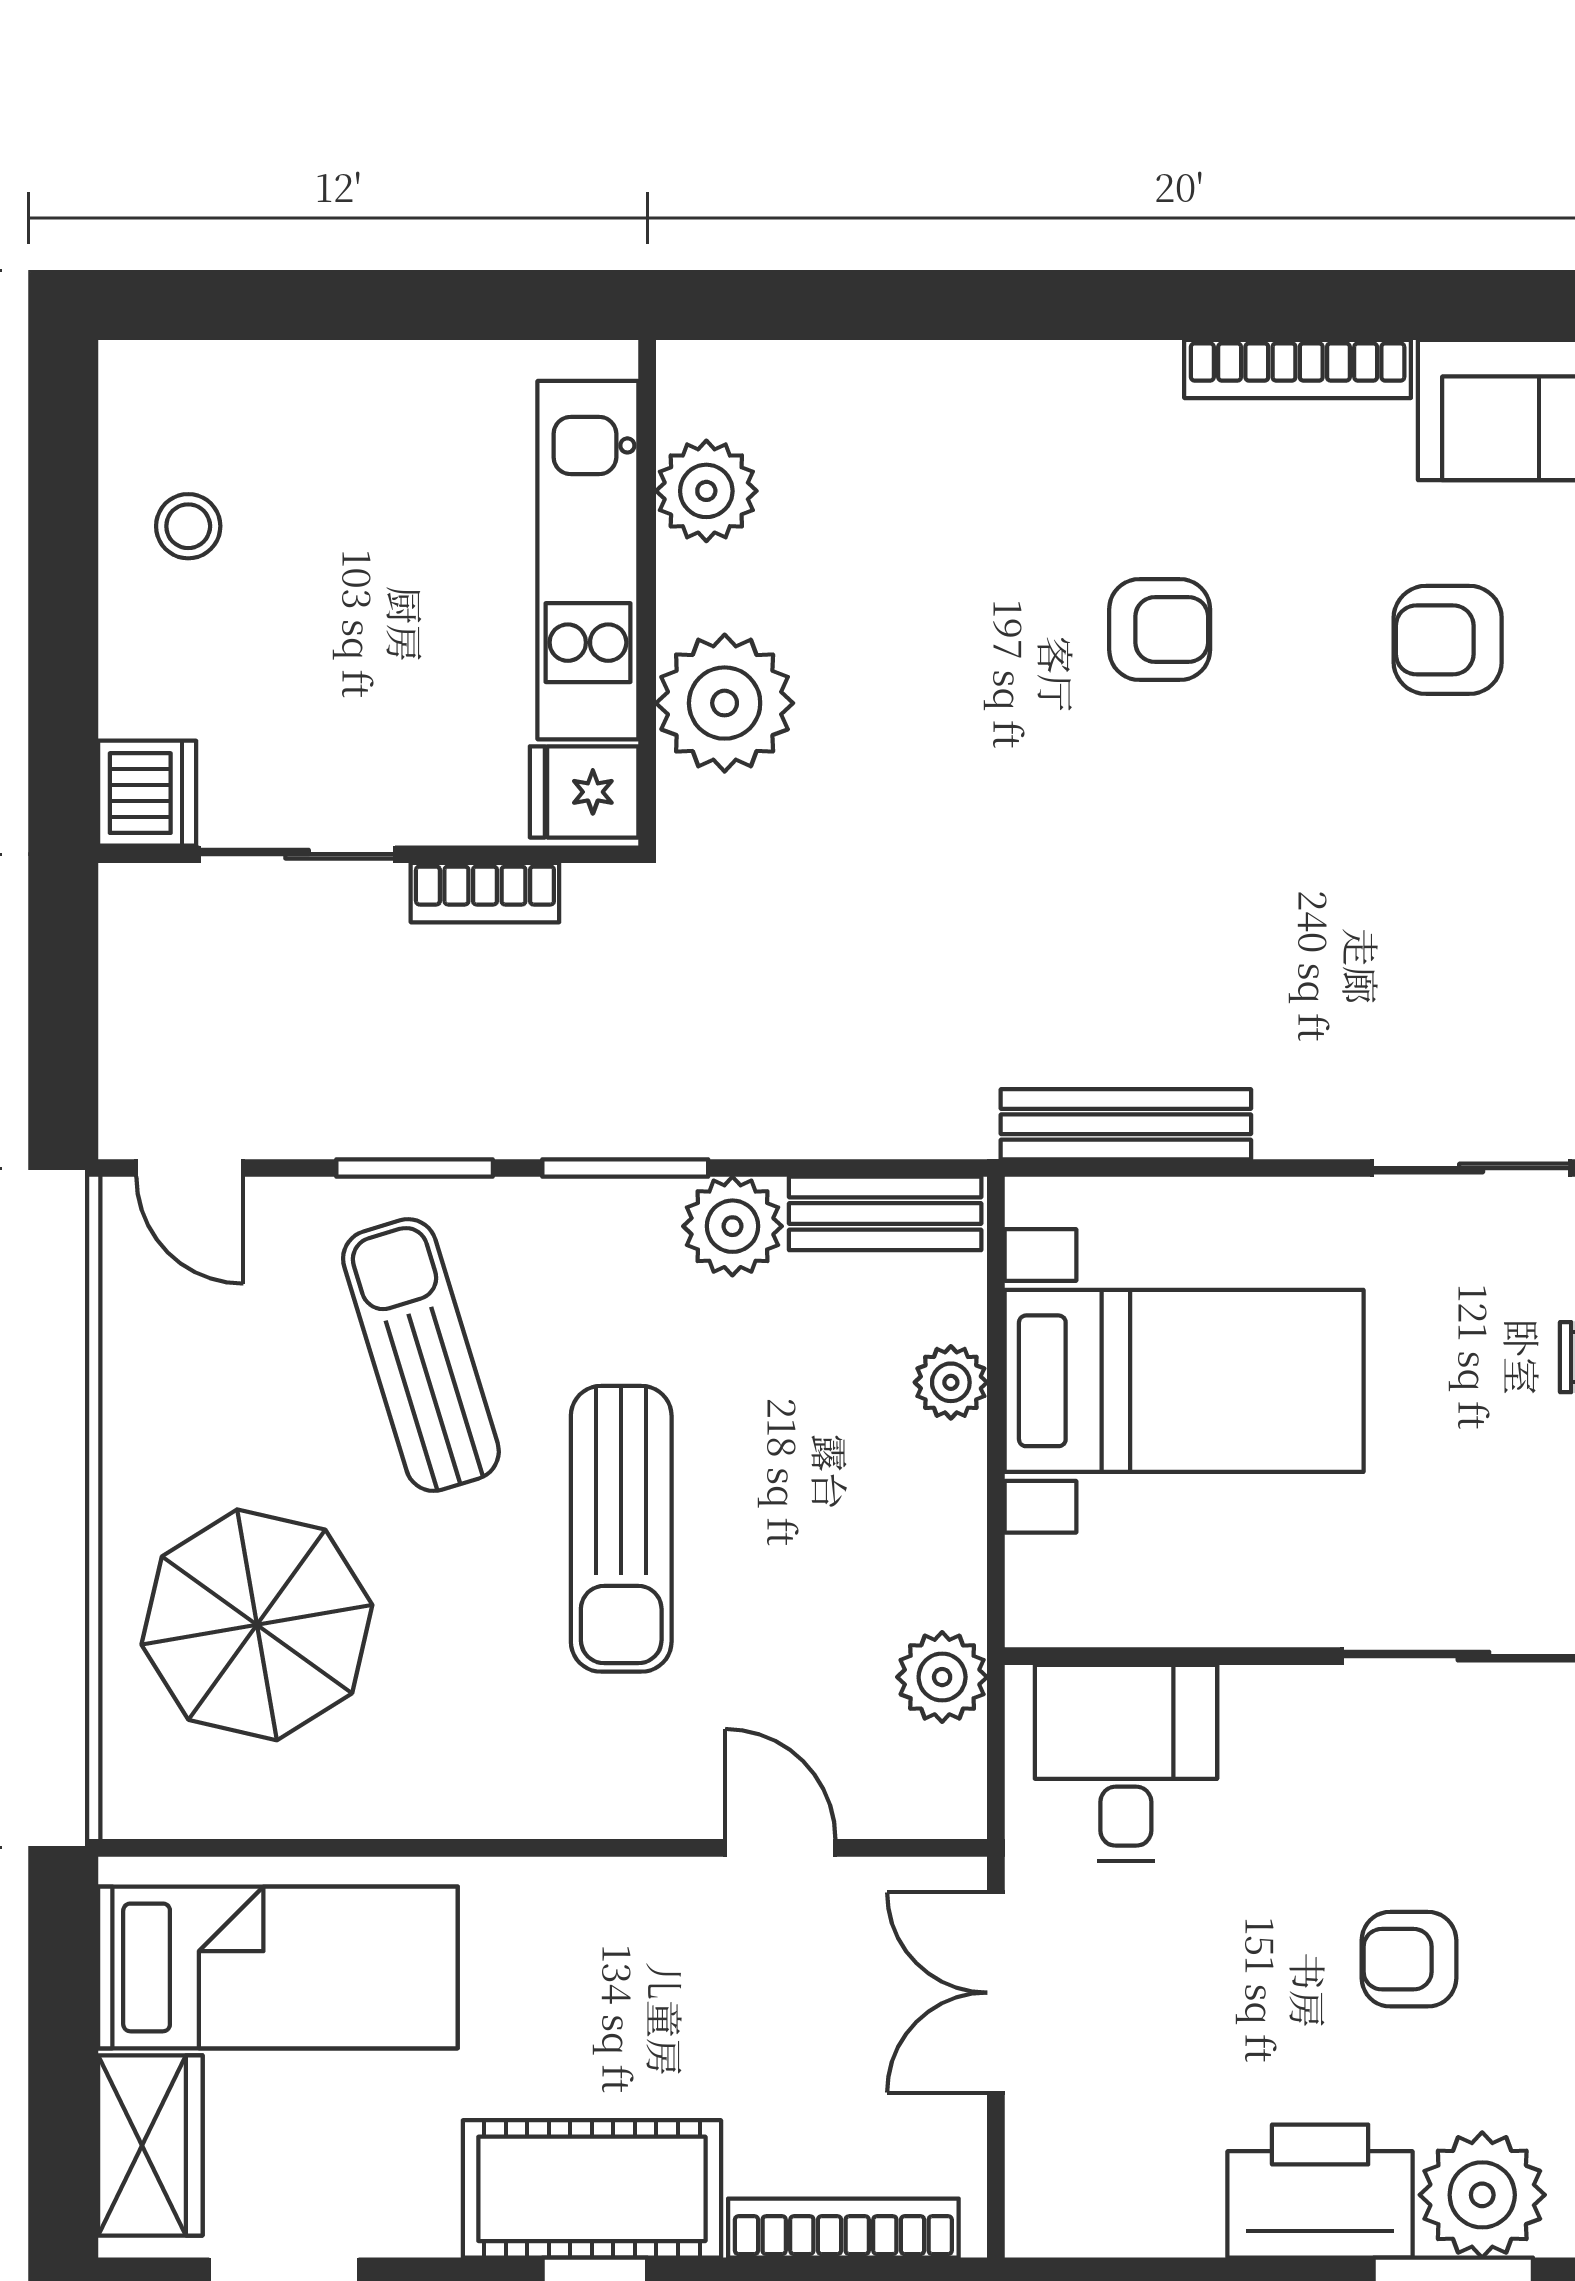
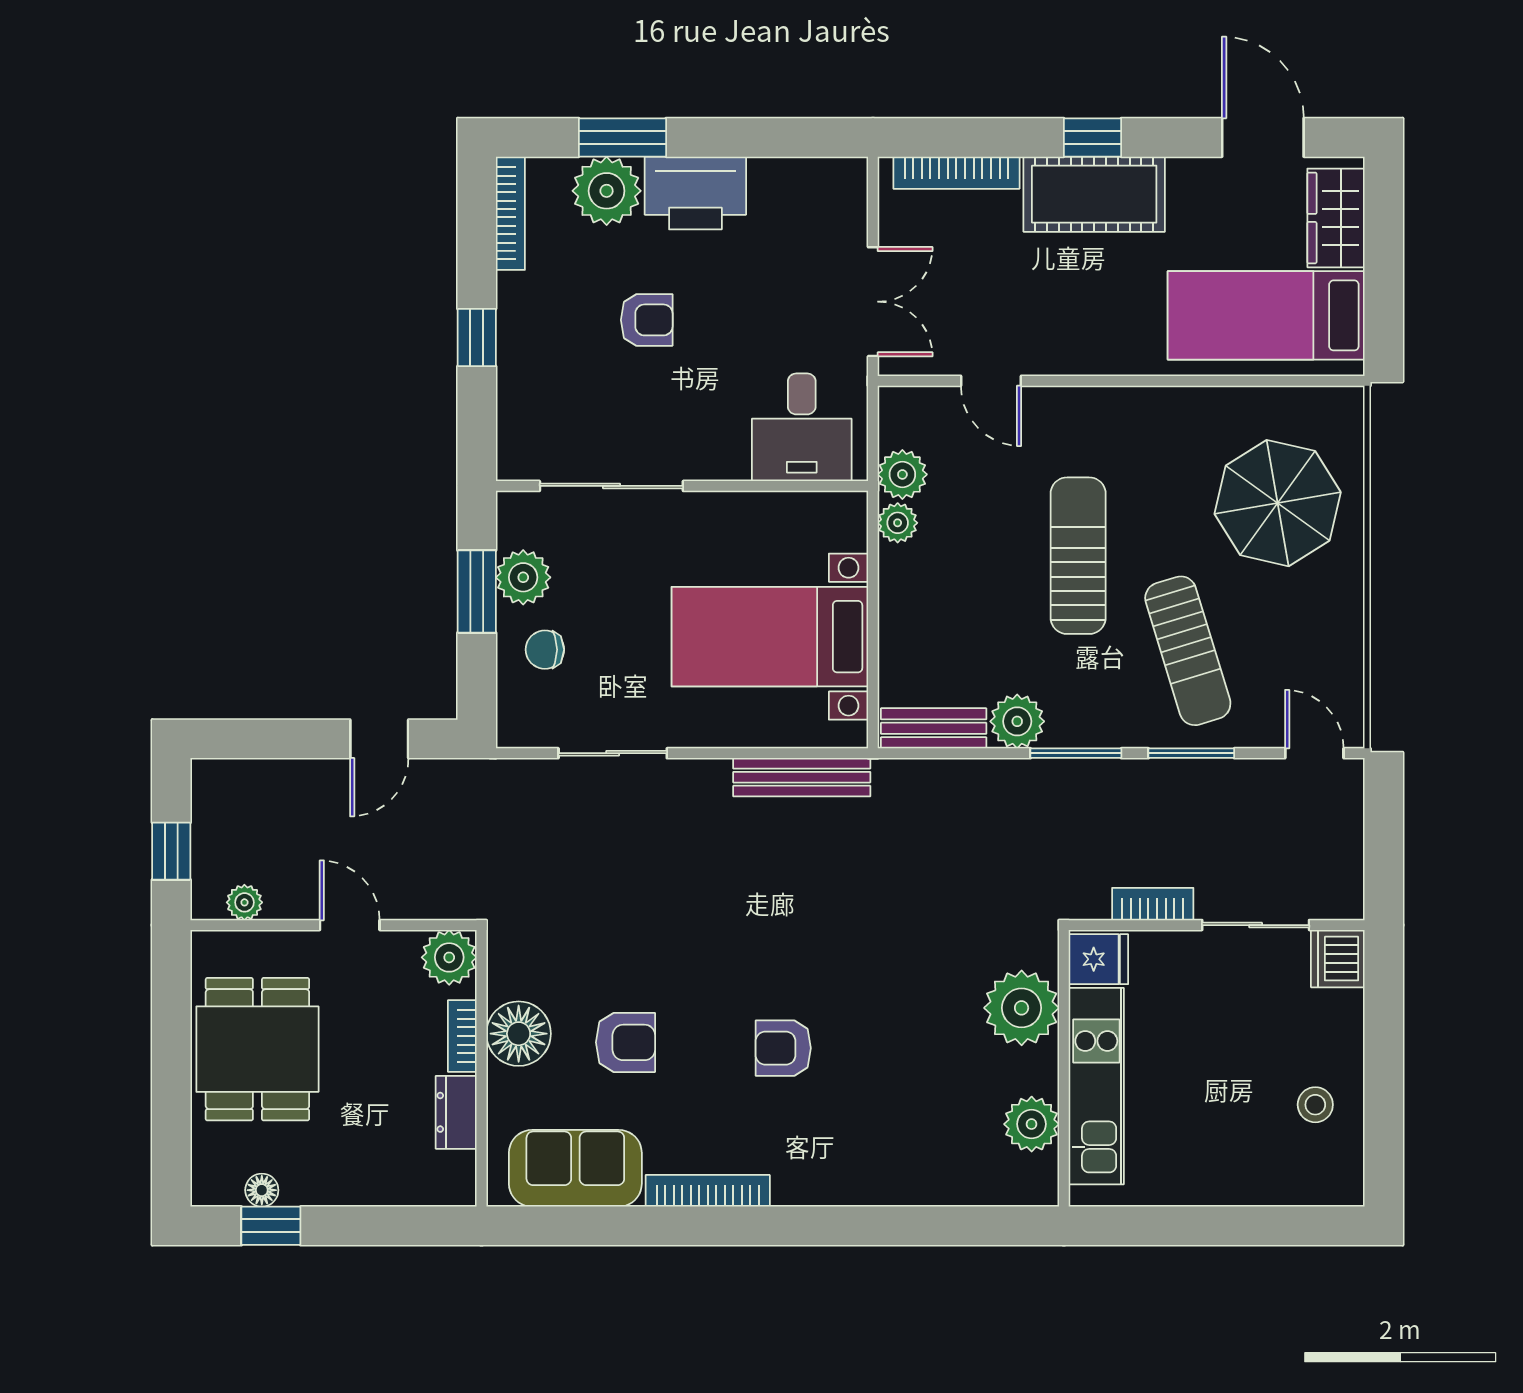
plant: (951, 1382) -> (898, 523), moved

